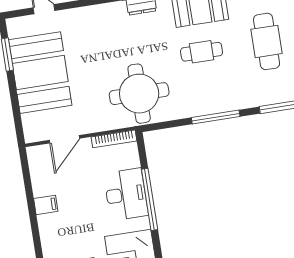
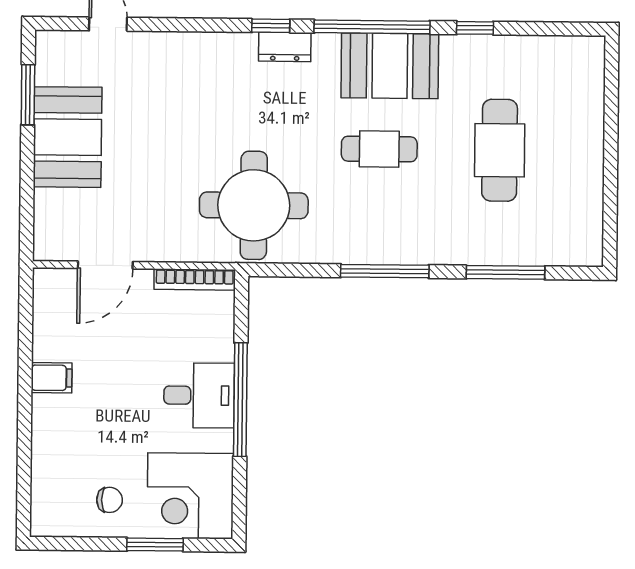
booth: (40, 73) -> (68, 137), width x0.73, depth x0.70
desk: (126, 194) -> (199, 395), width x0.73

